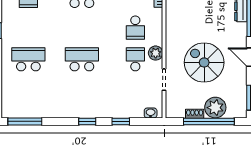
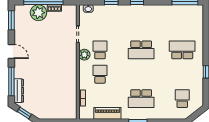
school desk: (28, 59) -> (182, 50), turned 180
school desk: (135, 59) -> (100, 50), turned 180
spiral stairs: (204, 62) -> (47, 47), removed

